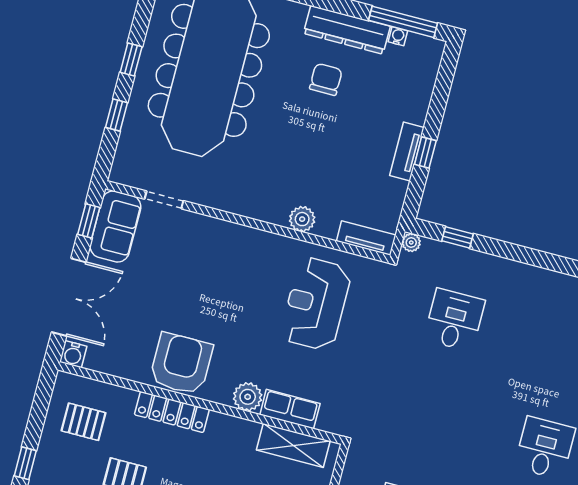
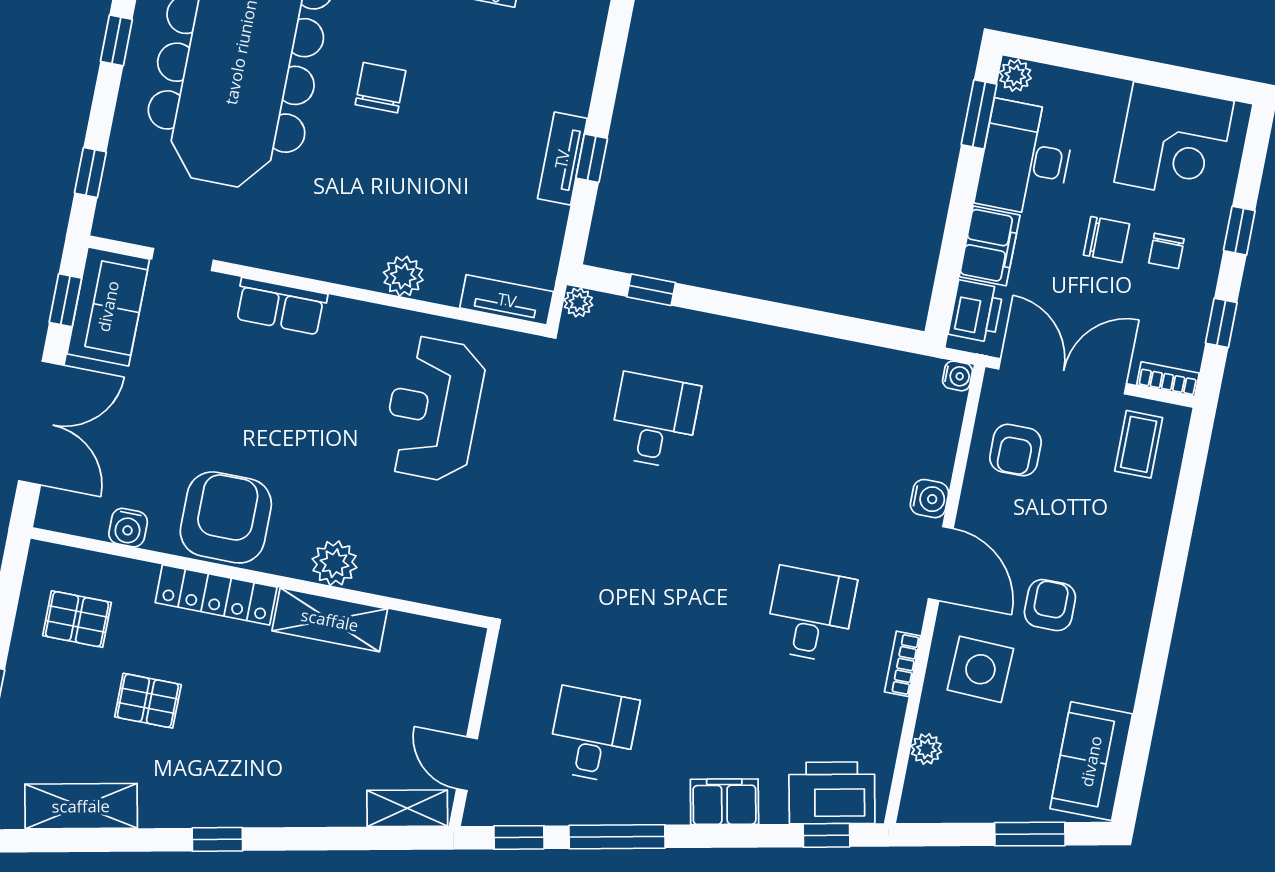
chair: (326, 79) -> (380, 88), moved
window: (117, 115) -> (90, 173), moved
water cooler: (73, 354) -> (128, 528), moved
row of seats: (290, 409) -> (281, 306), moved, turned 180
shelving: (293, 446) -> (330, 620), moved

